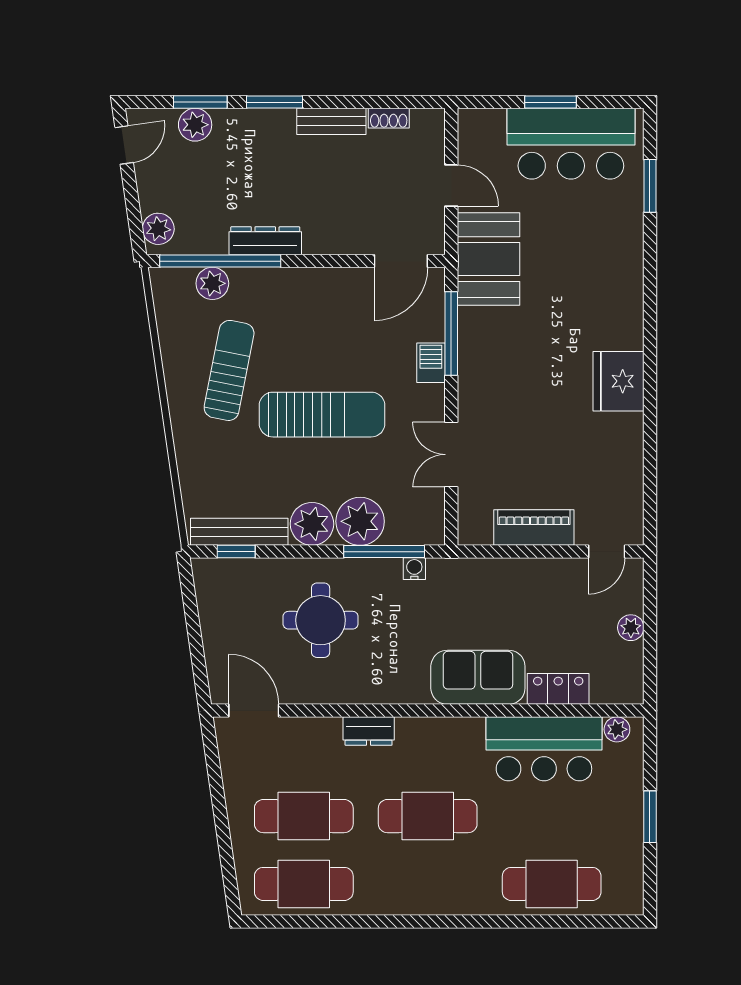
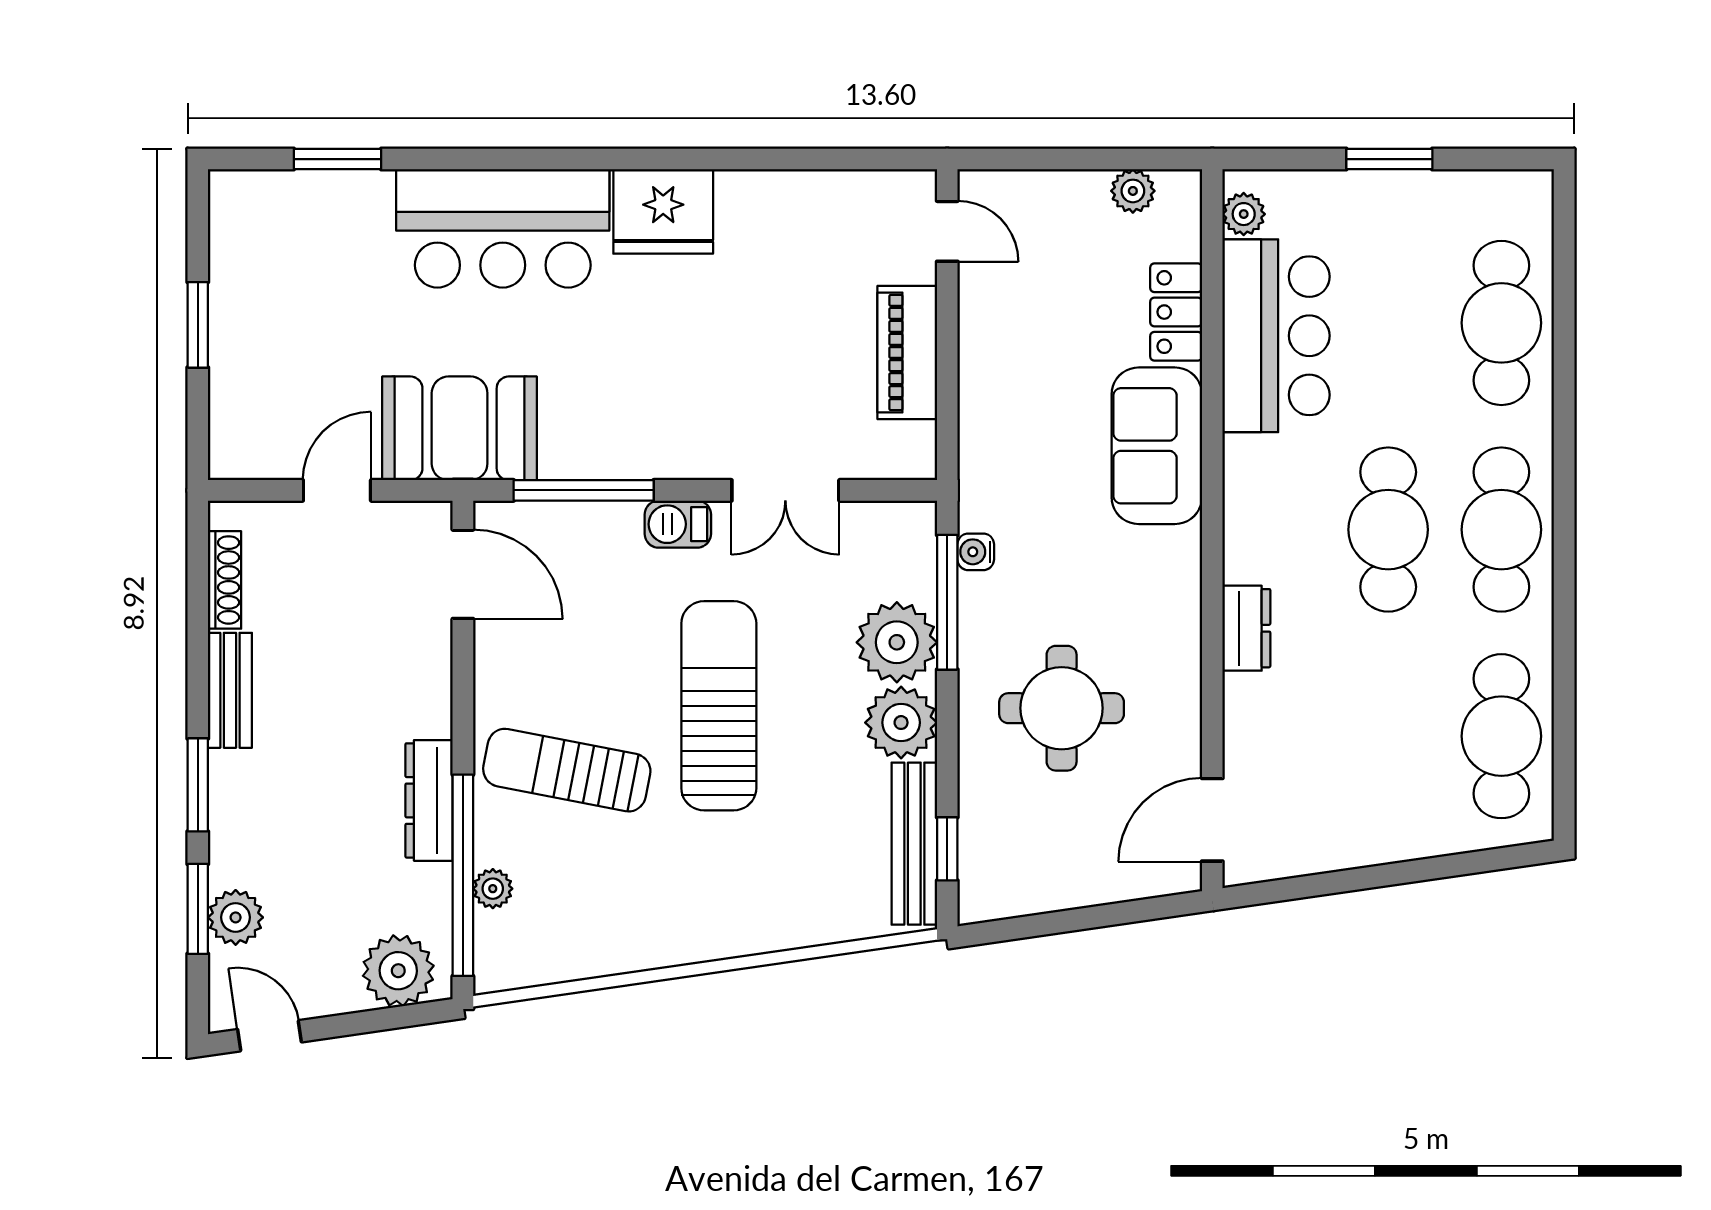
shoe rack: (389, 118) -> (225, 580), width x1.43
bar counter: (571, 144) -> (503, 228), moved, turned 90
plant: (158, 229) -> (398, 971), width x1.36, depth x1.36
plant: (212, 283) -> (493, 889), width x0.73, depth x0.73
barbecue: (431, 363) -> (678, 524), moved
sun lounger: (229, 370) -> (567, 770), moved
plant: (631, 628) -> (1133, 191), moved
cafe table: (304, 816) -> (1501, 530), moved

